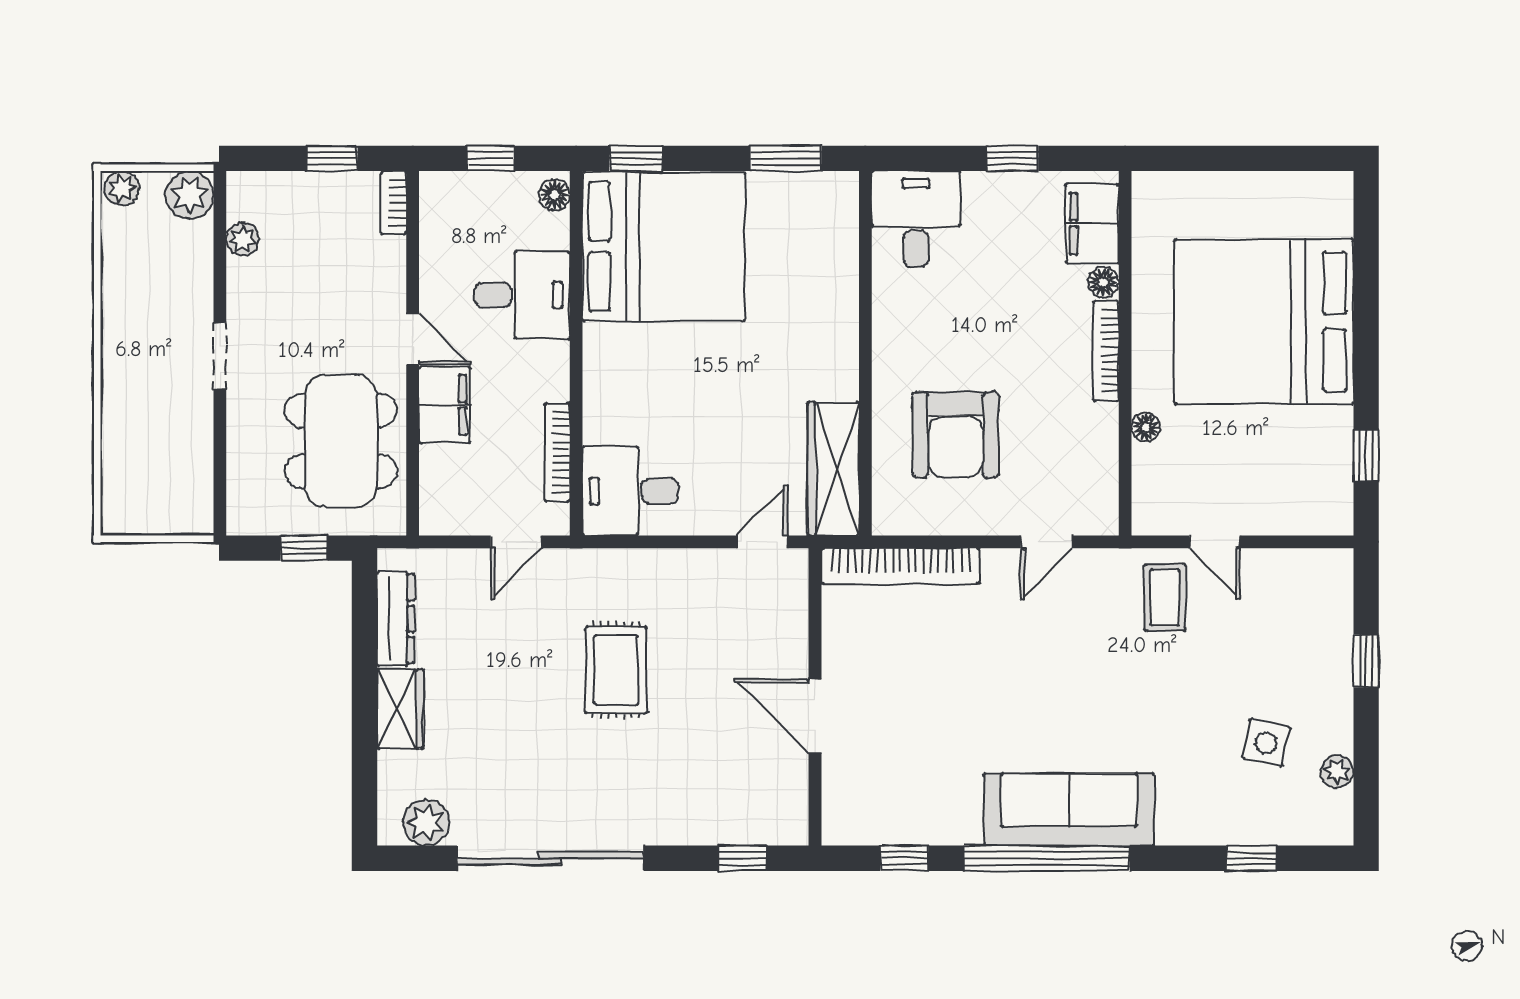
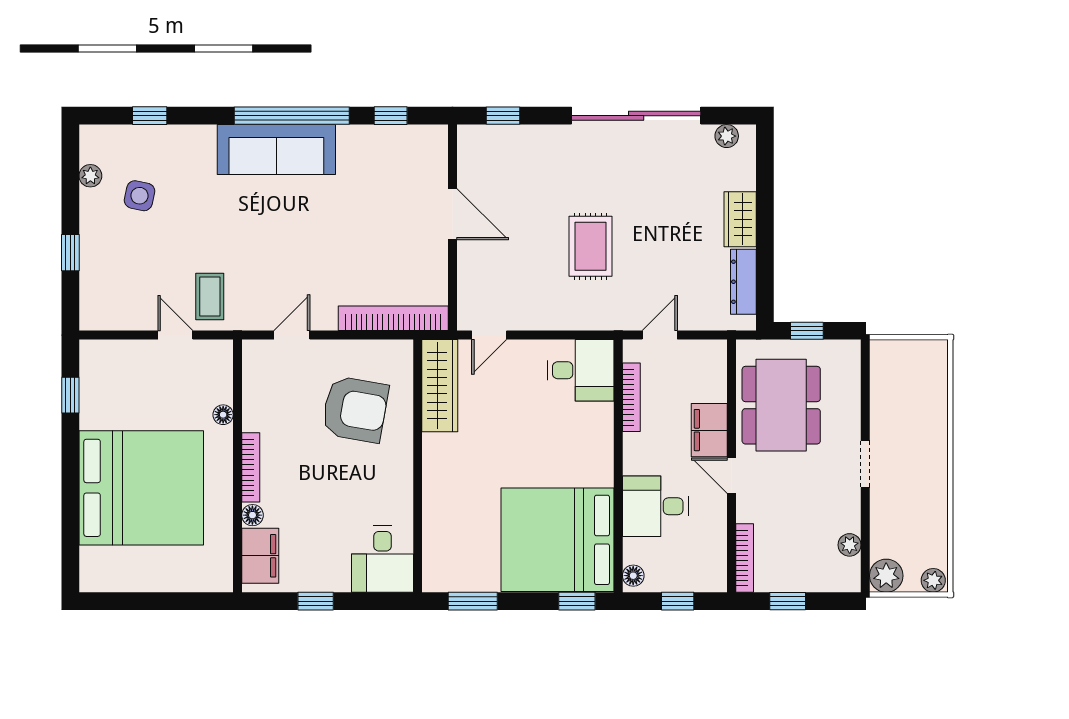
bookcase: (394, 203) -> (745, 558), width x1.56
armchair: (956, 435) -> (355, 409), turned 100
plant: (426, 823) -> (727, 136), width x0.73, depth x0.73

